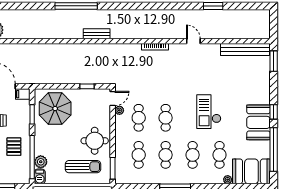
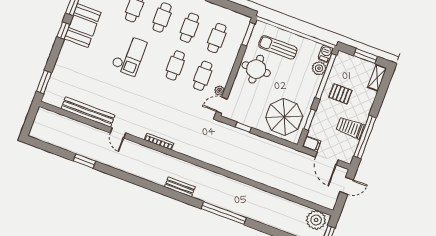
bench: (97, 34) -> (180, 187), moved
bench: (245, 49) -> (88, 112), moved
pallet: (14, 147) -> (340, 94), turned 90

